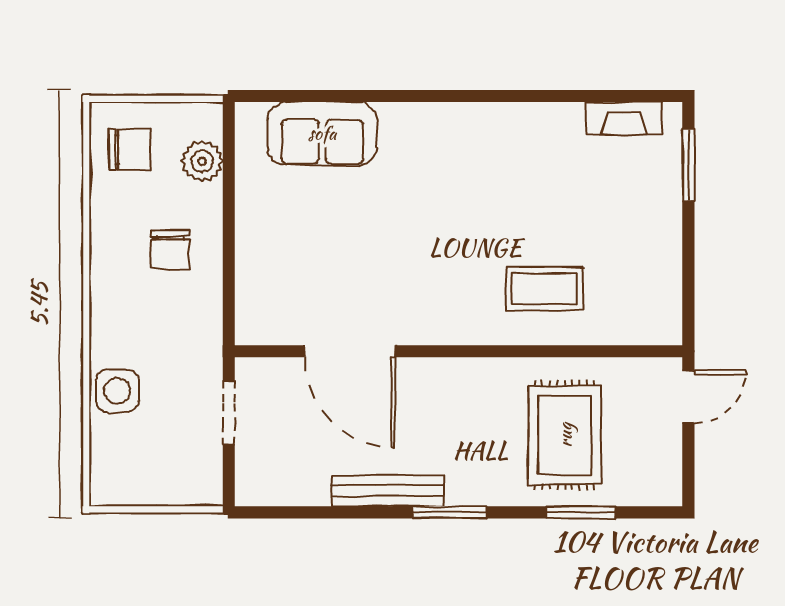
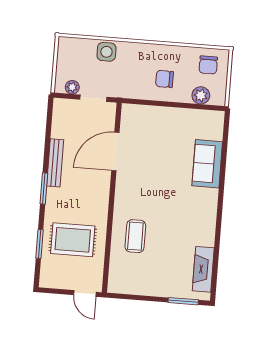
fireplace: (624, 118) -> (203, 269), width x1.37, depth x1.32
sofa: (322, 133) -> (207, 164), moved
plant: (207, 465) -> (72, 87), added

